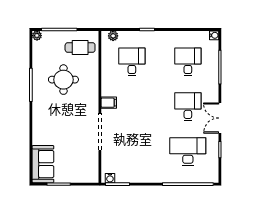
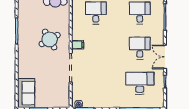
round table: (63, 80) -> (50, 40), moved, turned -30

